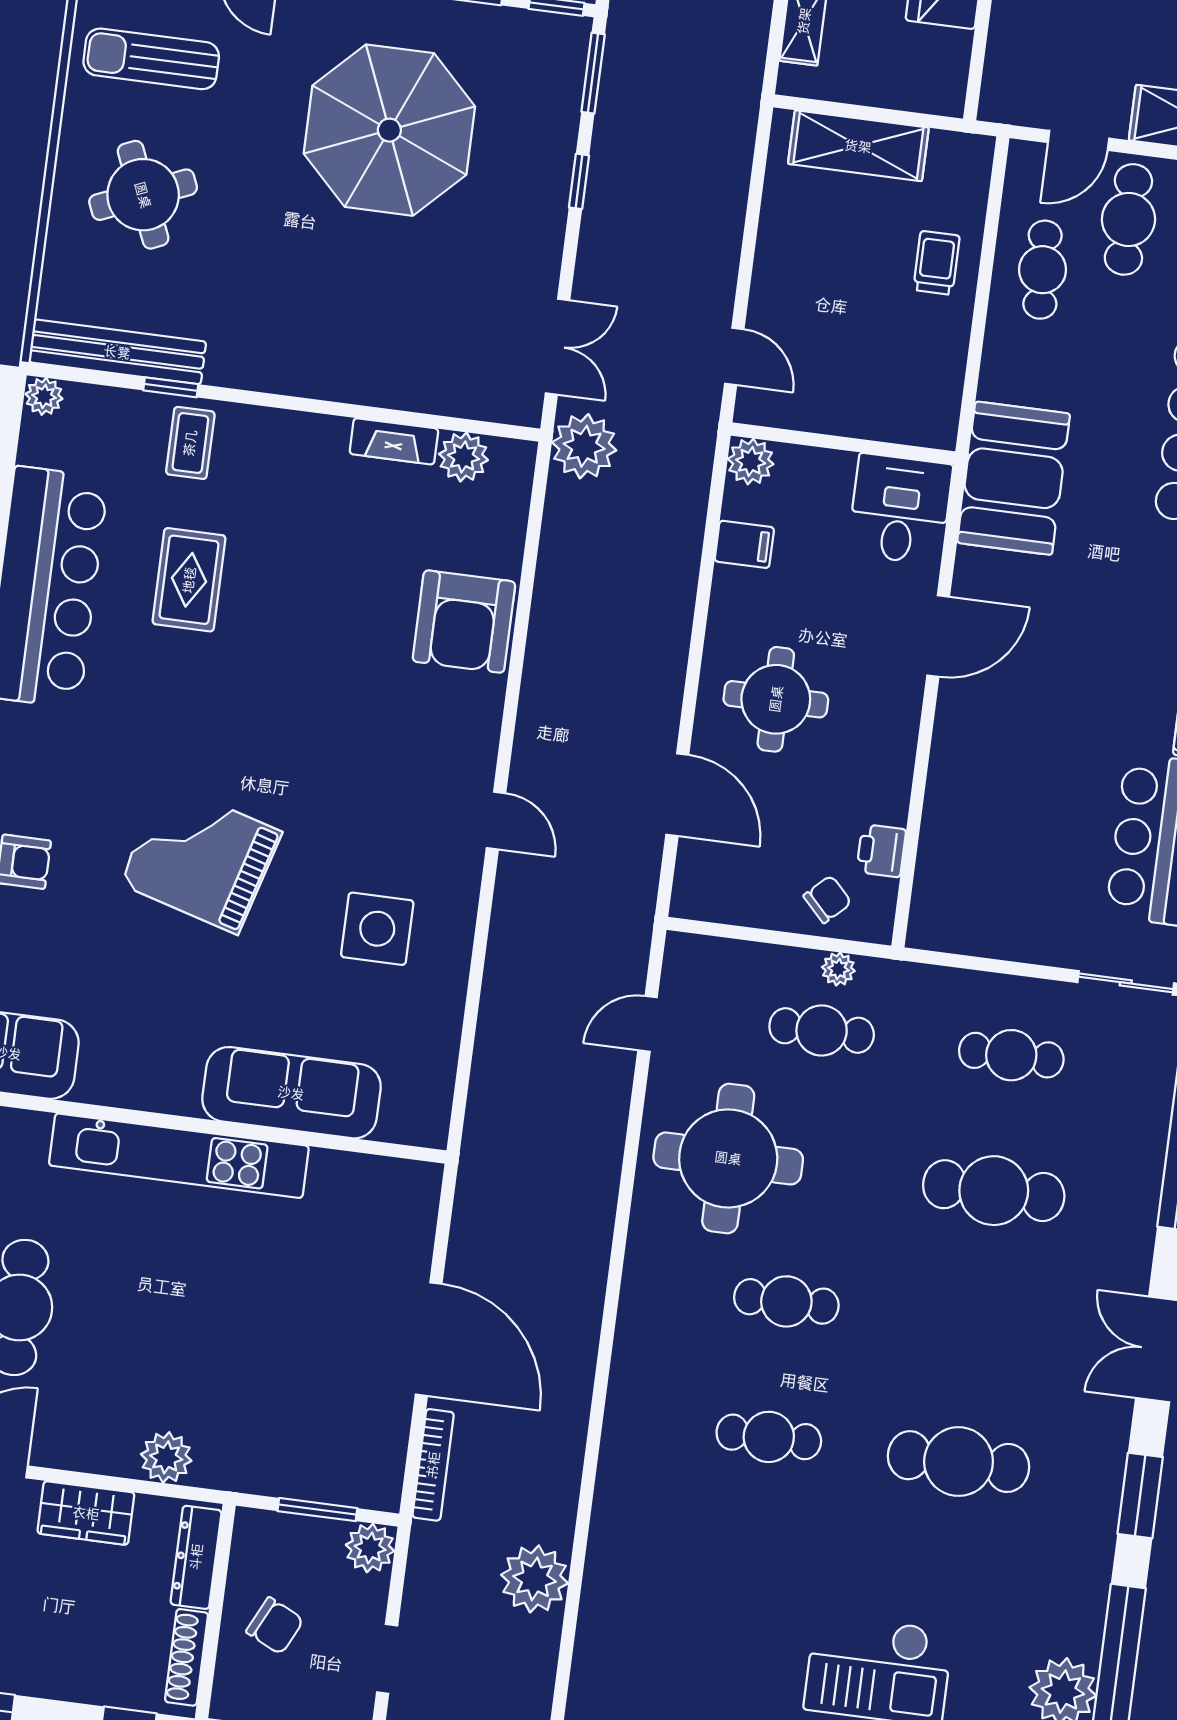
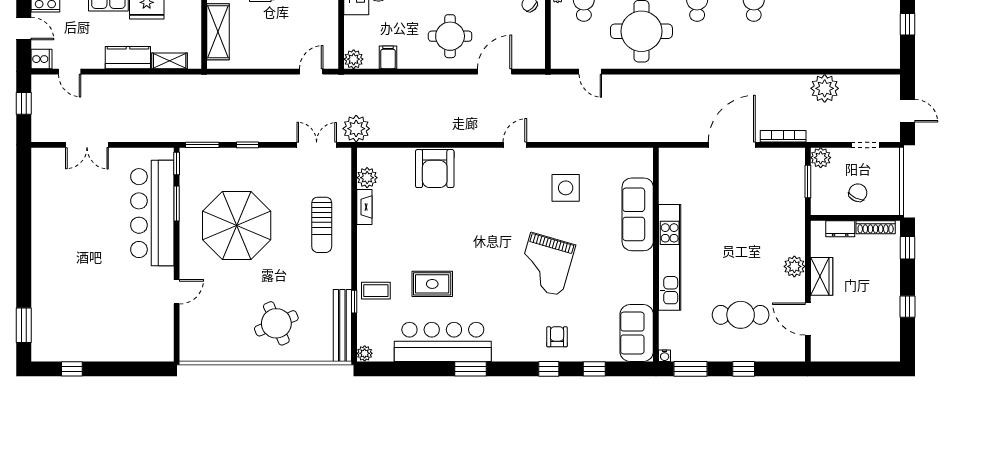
sun lounger: (151, 59) -> (322, 225), moved
armchair: (464, 622) -> (435, 169), turned 90
plant: (166, 1457) -> (794, 266), moved
dresser: (196, 1557) -> (840, 229), width x0.70

